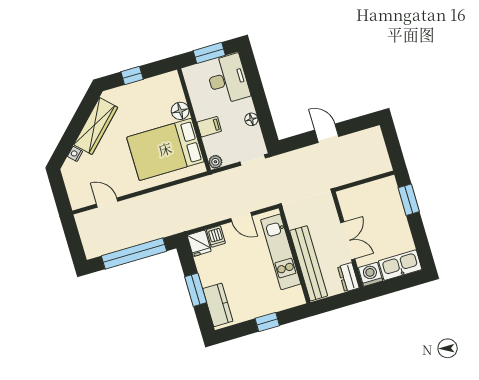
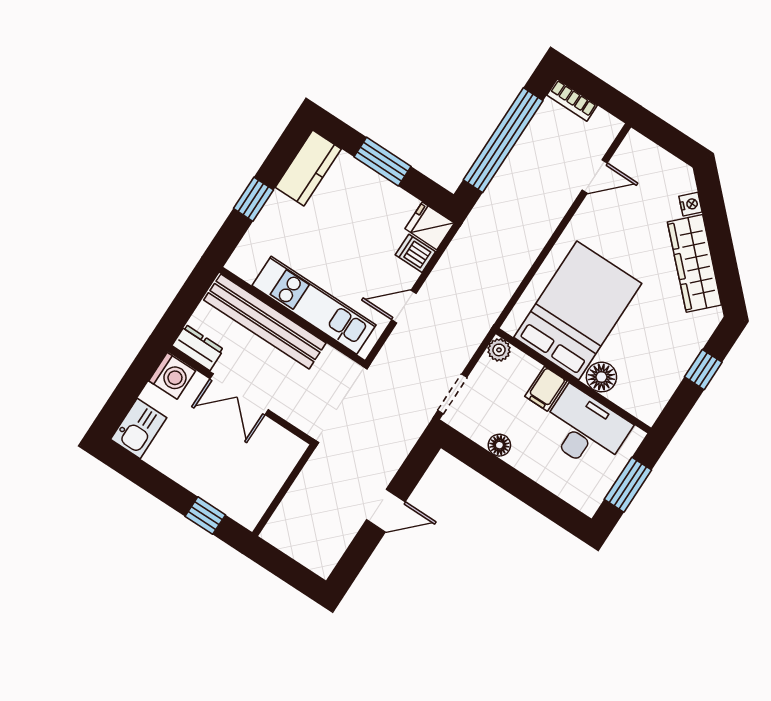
desk: (228, 79) -> (585, 429), moved, turned 180
window: (409, 200) -> (205, 516), width x0.67
bookcase: (88, 245) -> (572, 100), added
kitchen sink: (400, 265) -> (139, 429), width x0.73
kitchen counter: (218, 305) -> (308, 168), moved, turned -90

